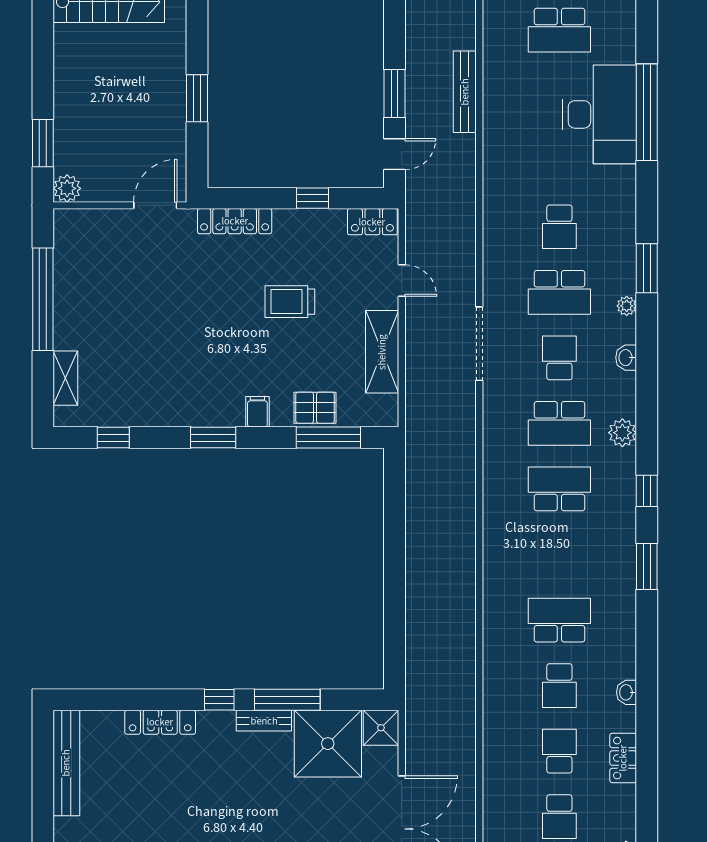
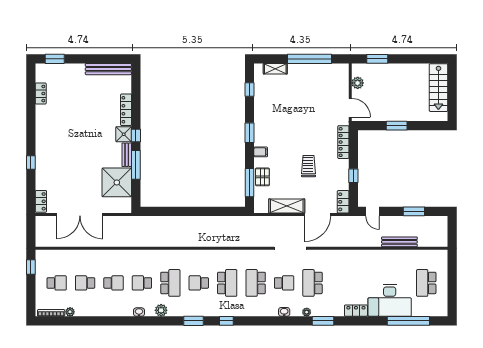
window: (394, 94) -> (414, 211), moved
window: (647, 112) -> (408, 321), moved
plant: (67, 188) -> (358, 83), moved
school desk: (559, 227) -> (199, 283), moved
door: (402, 280) -> (318, 215), width x1.88
plant: (622, 433) -> (161, 310), moved
shower: (381, 728) -> (124, 134), moved
locker: (623, 758) -> (356, 311), moved

